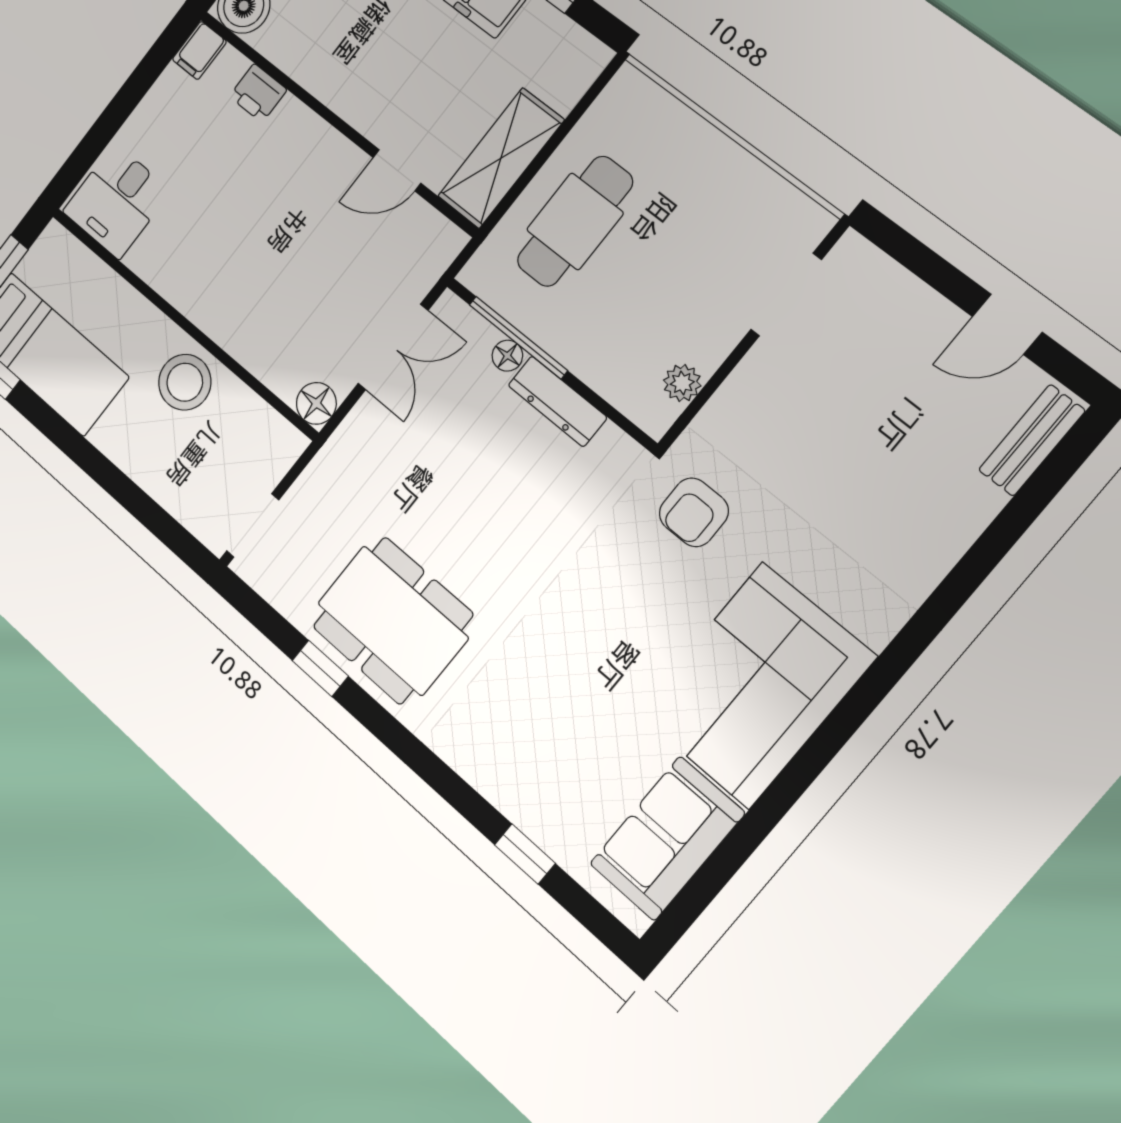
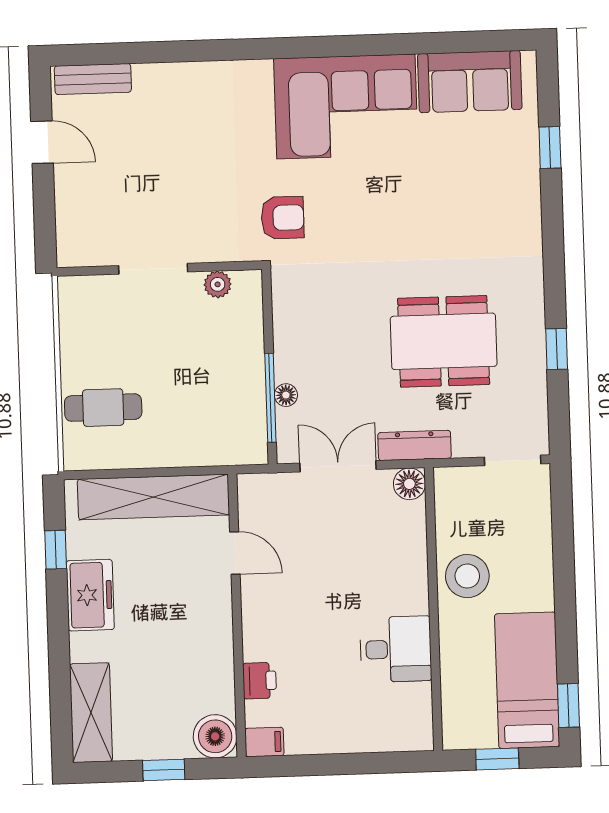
shelving: (501, 158) -> (153, 497), width x1.47
desk: (117, 201) -> (396, 649), moved
cafe table: (575, 221) -> (103, 408), moved, width x0.73, depth x0.74
doorway: (786, 295) -> (153, 269), moved
dresser: (557, 401) -> (415, 445), moved, turned -90
dining table: (393, 621) -> (444, 341), moved, turned 90

